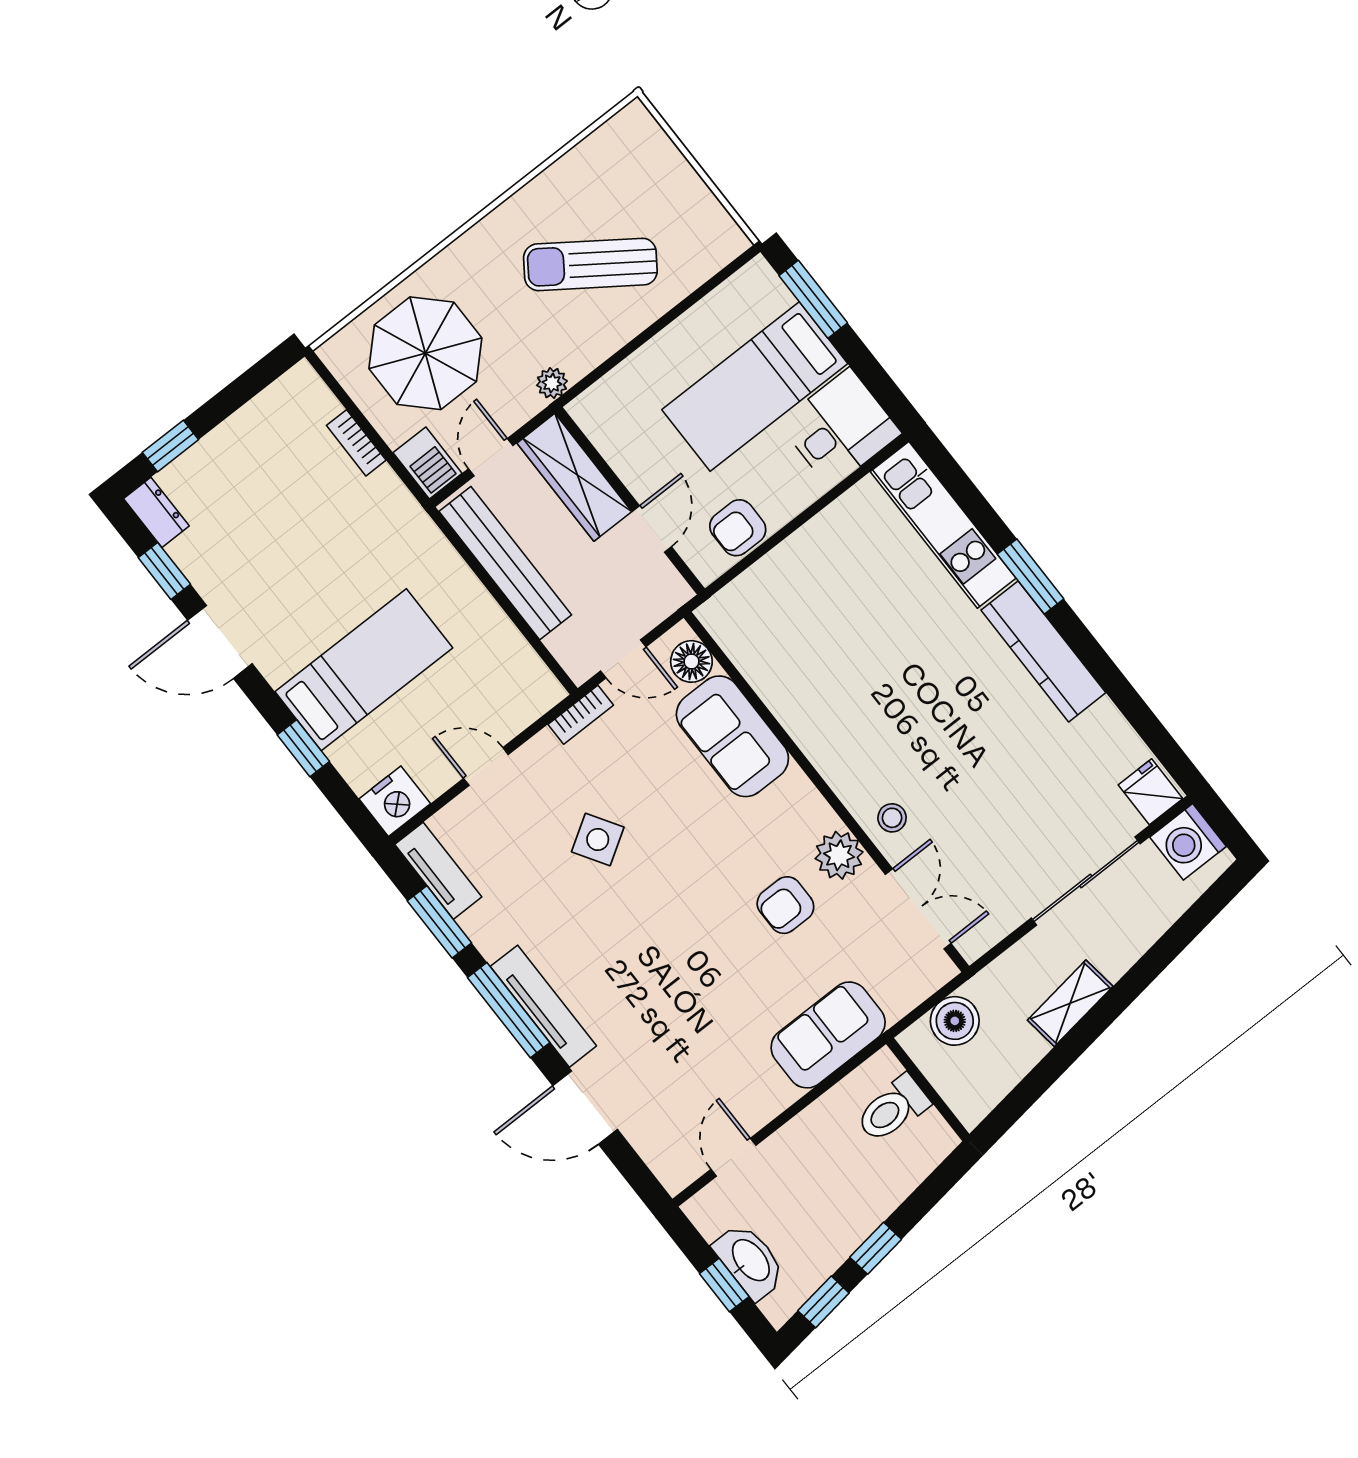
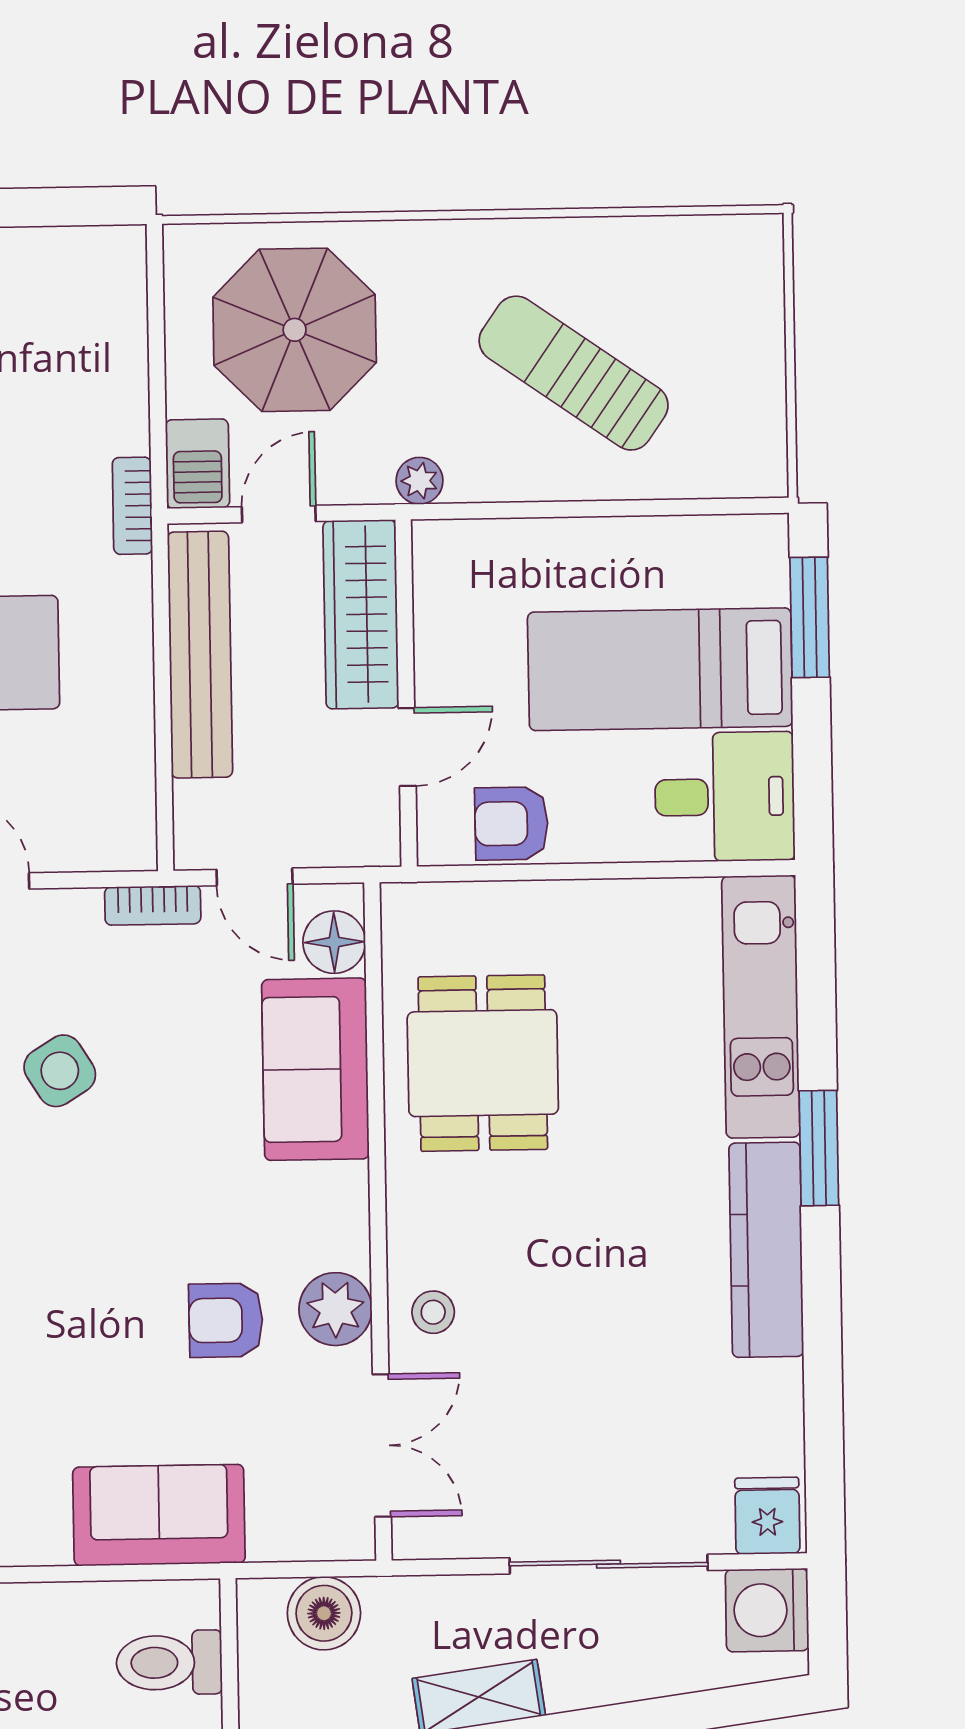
bookcase: (356, 443) -> (132, 506), moved
dining table: (819, 666) -> (483, 1063), added

